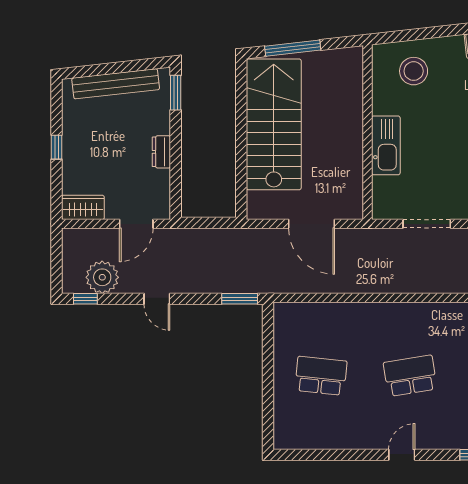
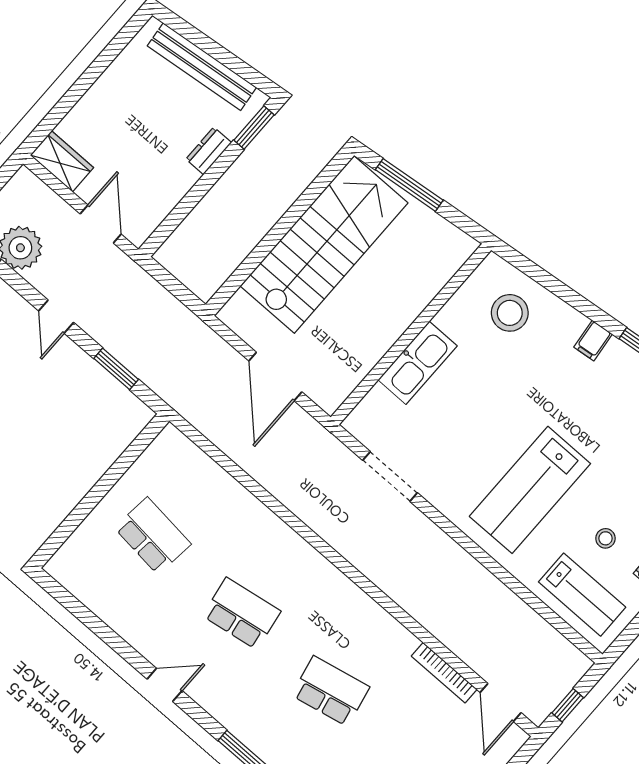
window: (57, 147) -> (88, 78), removed
dresser: (161, 152) -> (209, 151), moved
door: (136, 224) -> (101, 224), swing flipped
window: (240, 299) -> (116, 369), moved

